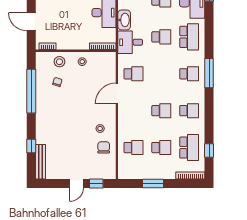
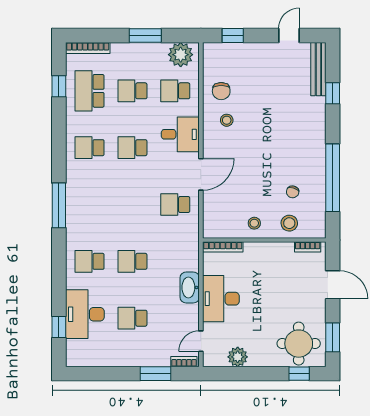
school desk: (189, 37) -> (90, 261), width x0.54
desk: (130, 42) -> (180, 134), moved
school desk: (189, 74) -> (90, 205), removed
plant: (130, 171) -> (181, 55), added
door: (77, 184) -> (289, 35), moved

